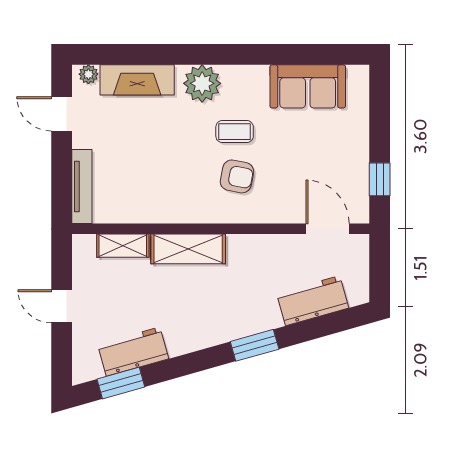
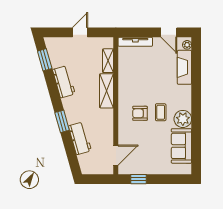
plant: (202, 83) -> (183, 119), moved
door: (62, 114) -> (169, 32), swing flipped
armchair: (237, 176) -> (140, 113), turned 79
workbench: (313, 301) -> (80, 138), moved
workbench: (133, 351) -> (64, 82), moved

